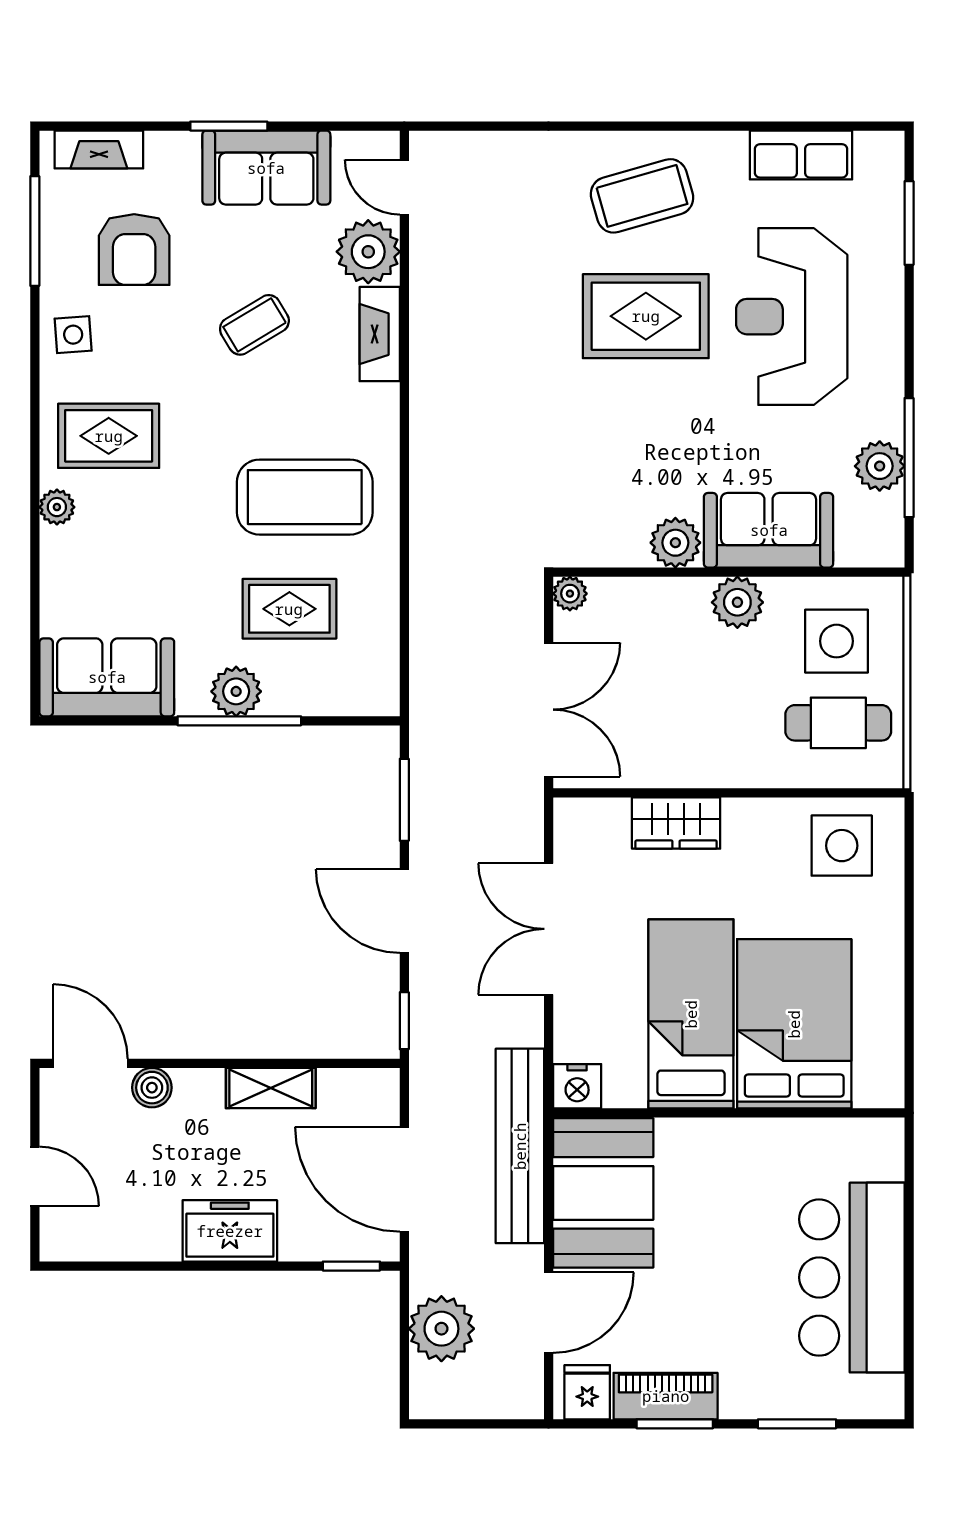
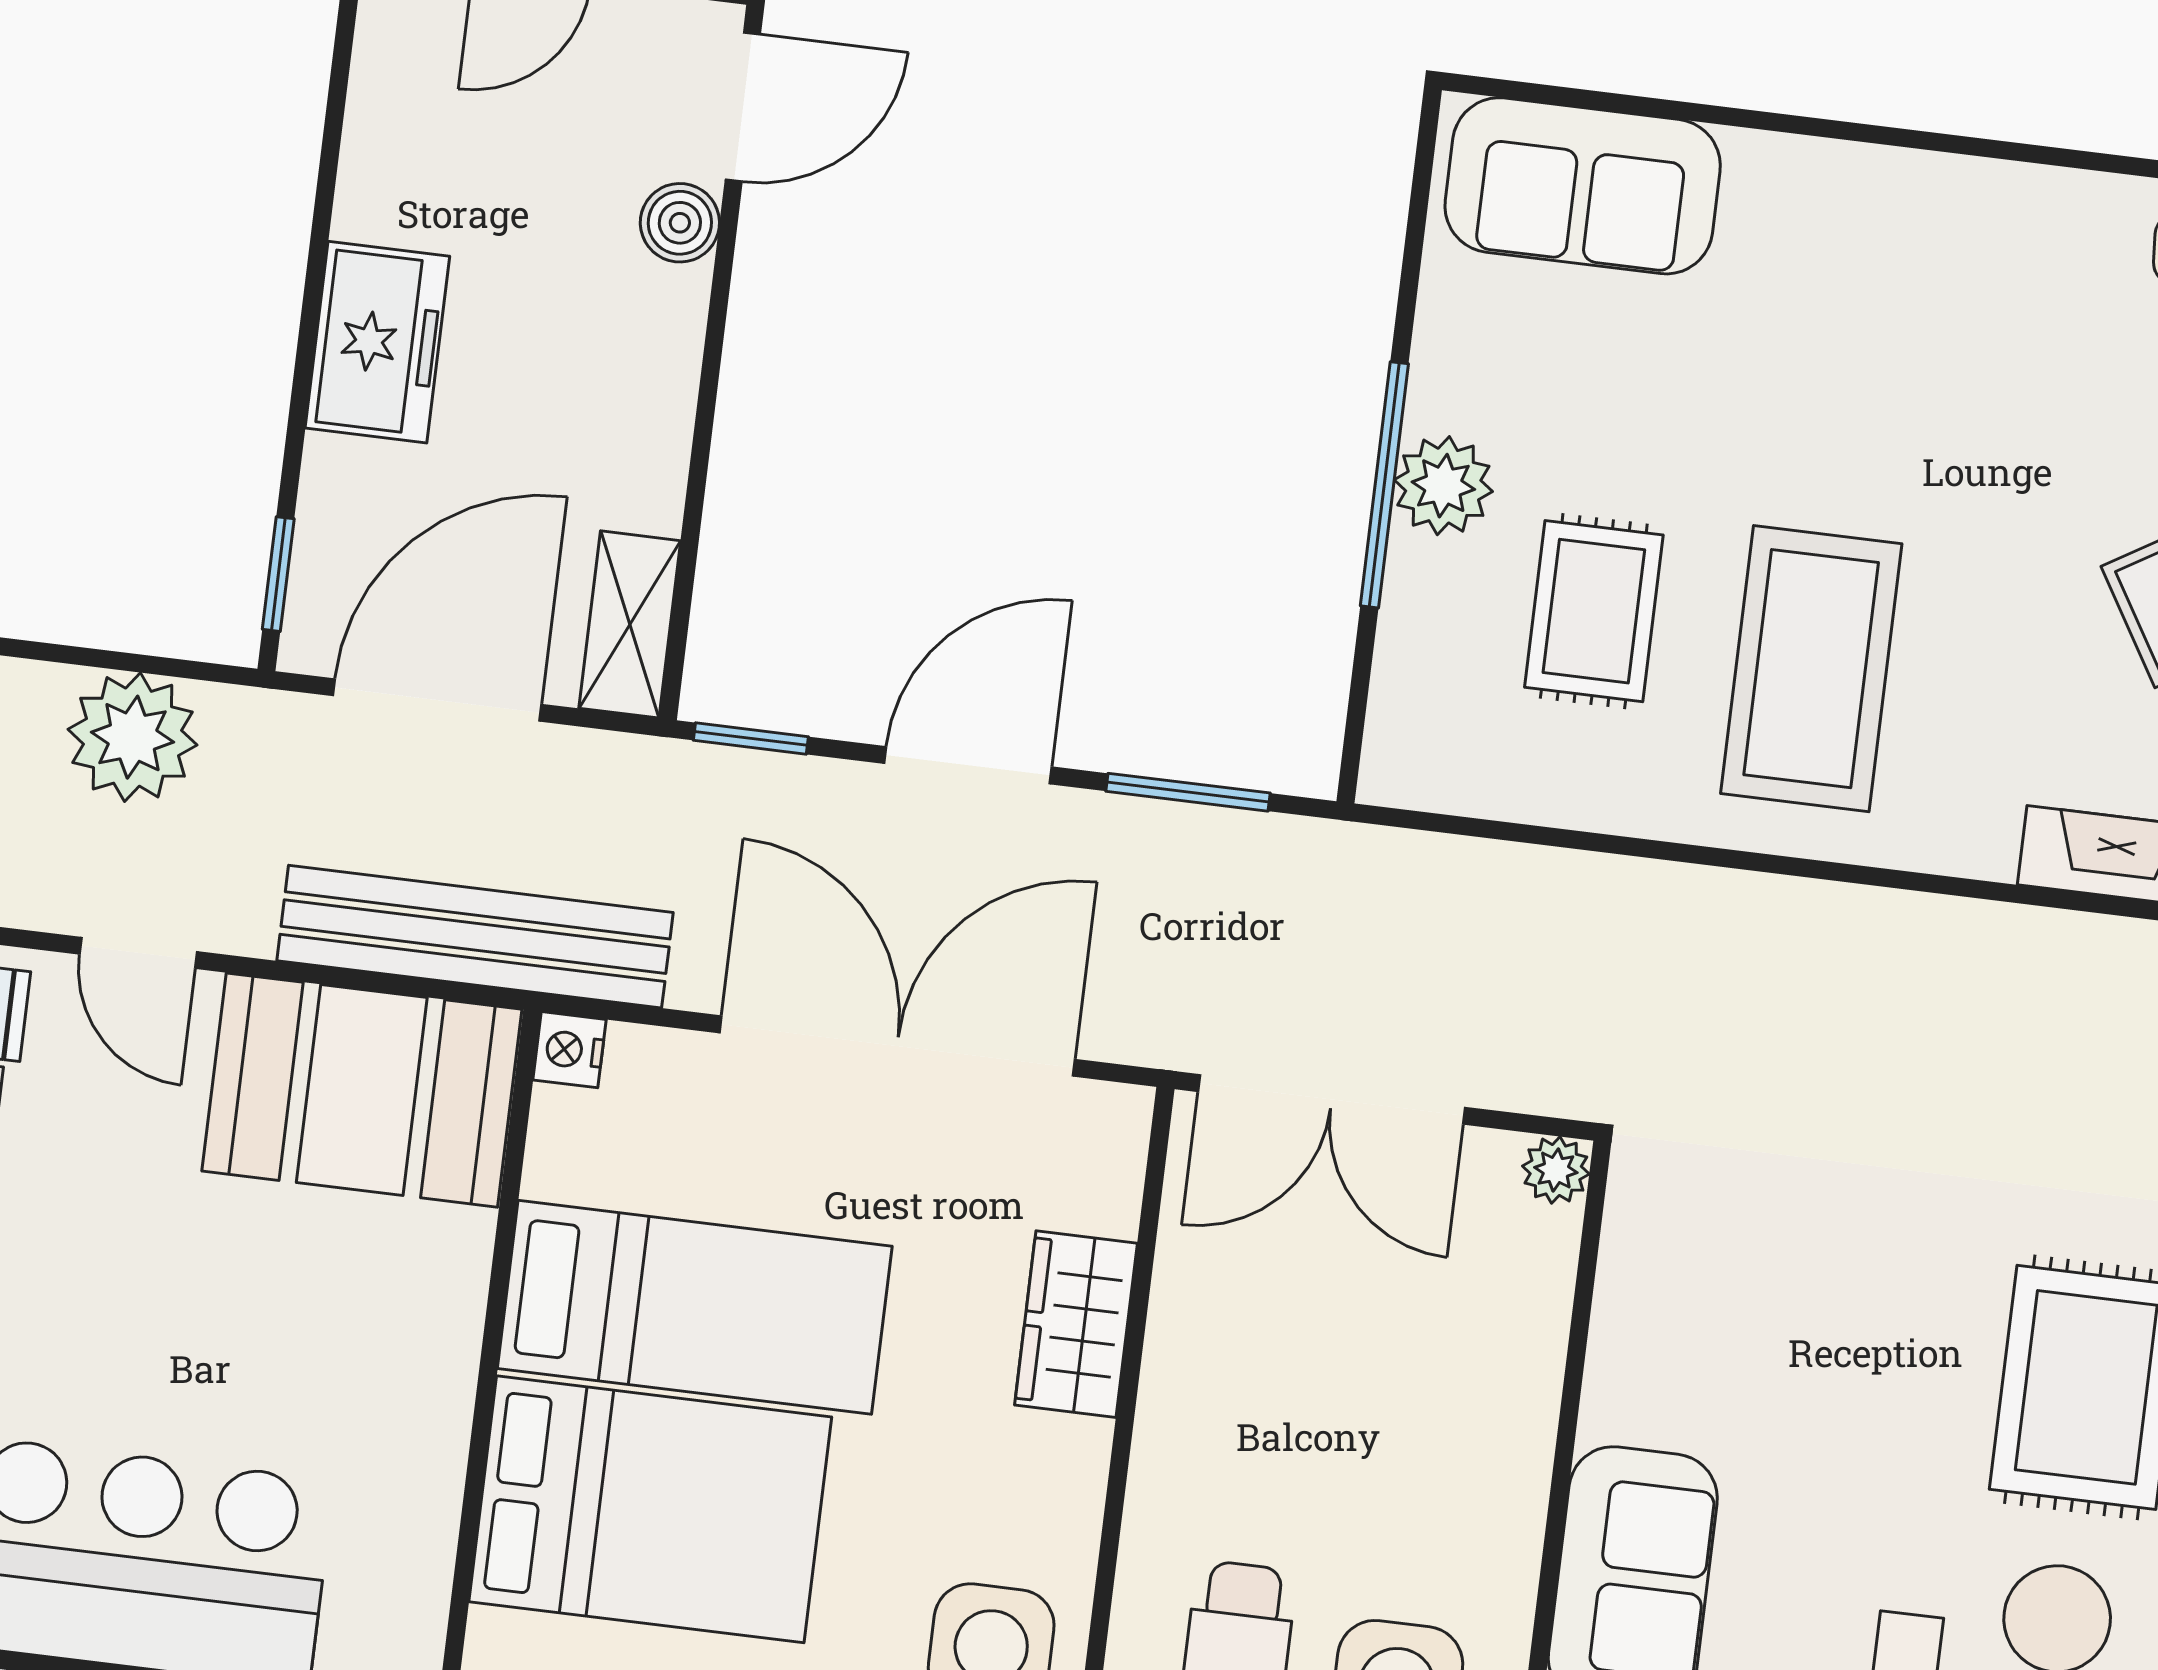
rug: (109, 436) -> (1980, 295), removed
plant: (57, 507) -> (1852, 176), removed
plant: (675, 543) -> (1631, 1391), removed
plant: (737, 602) -> (1498, 1499), removed
sofa: (107, 677) -> (1583, 186), moved, turned 90
double door: (549, 929) -> (897, 1046), width x1.36
nightstand: (577, 1086) -> (569, 1050), width x0.72, depth x0.74
shelving: (271, 1088) -> (630, 624), moved
door: (549, 1313) -> (138, 953), width x0.73

